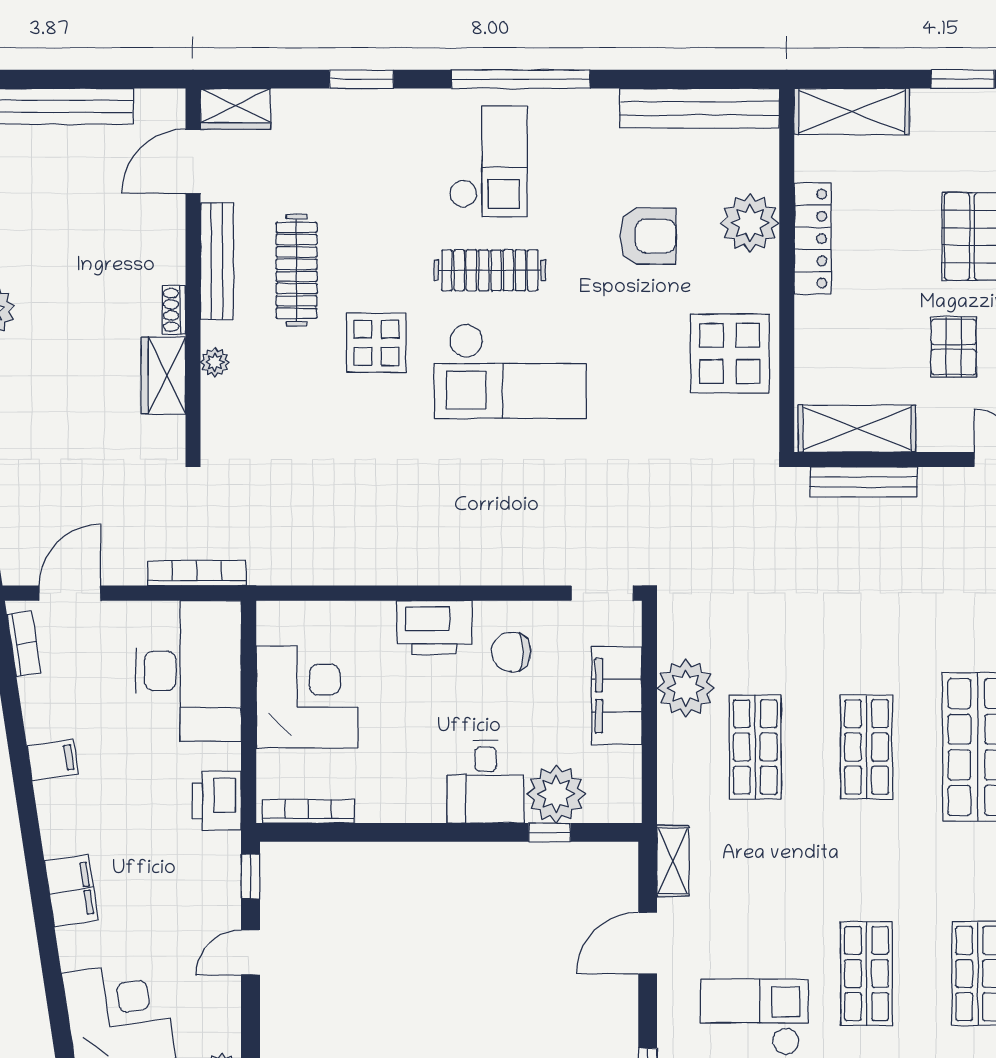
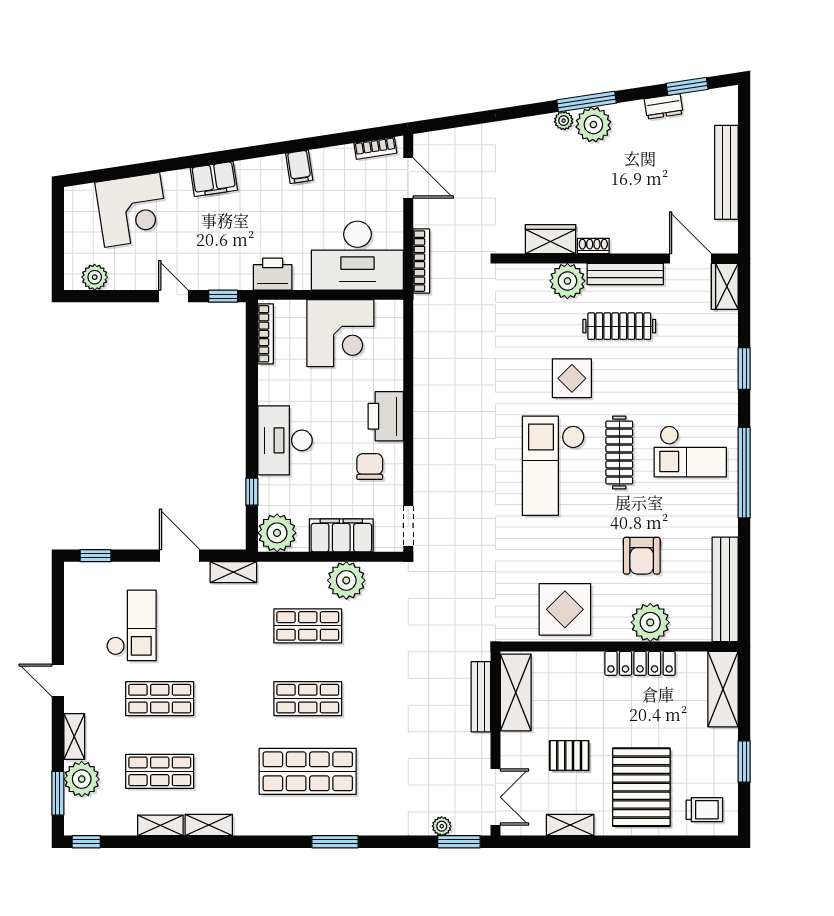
plant: (215, 362) -> (567, 281), width x1.87, depth x1.87
desk: (486, 782) -> (285, 440), width x1.37
plant: (556, 794) -> (277, 533), moved

